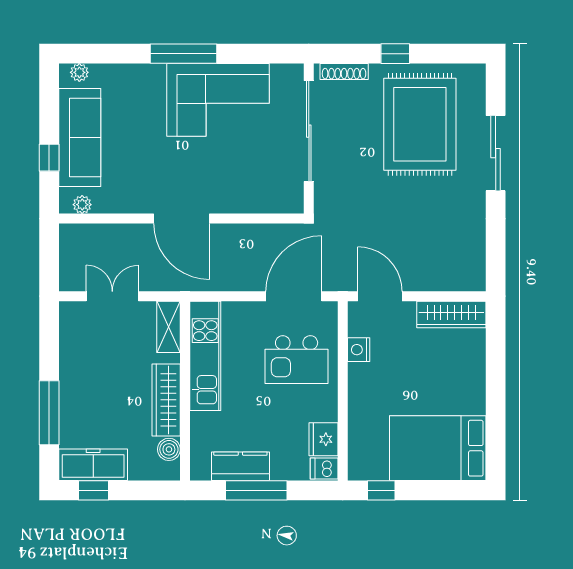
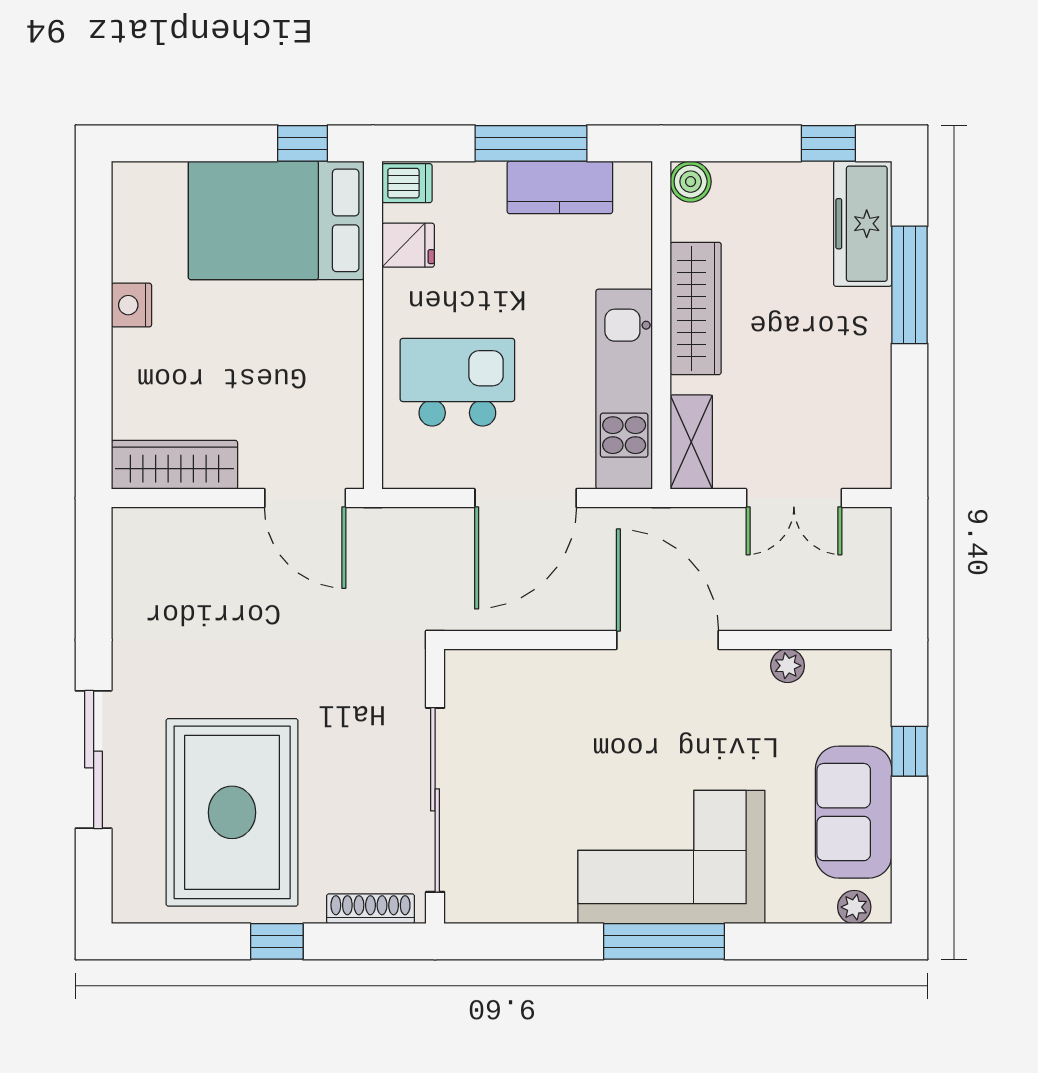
corner sofa: (218, 100) -> (671, 857), moved
sofa: (80, 137) -> (854, 812), width x0.73
plant: (82, 205) -> (788, 666), moved
door: (294, 296) -> (526, 498), moved
nightstand: (359, 350) -> (131, 305), moved, turned 180
fridge: (323, 439) -> (408, 245), width x0.72
bed: (438, 448) -> (276, 220), moved, turned 180
boiler: (169, 449) -> (691, 182), moved
freezer: (93, 465) -> (863, 224), moved, turned 90

